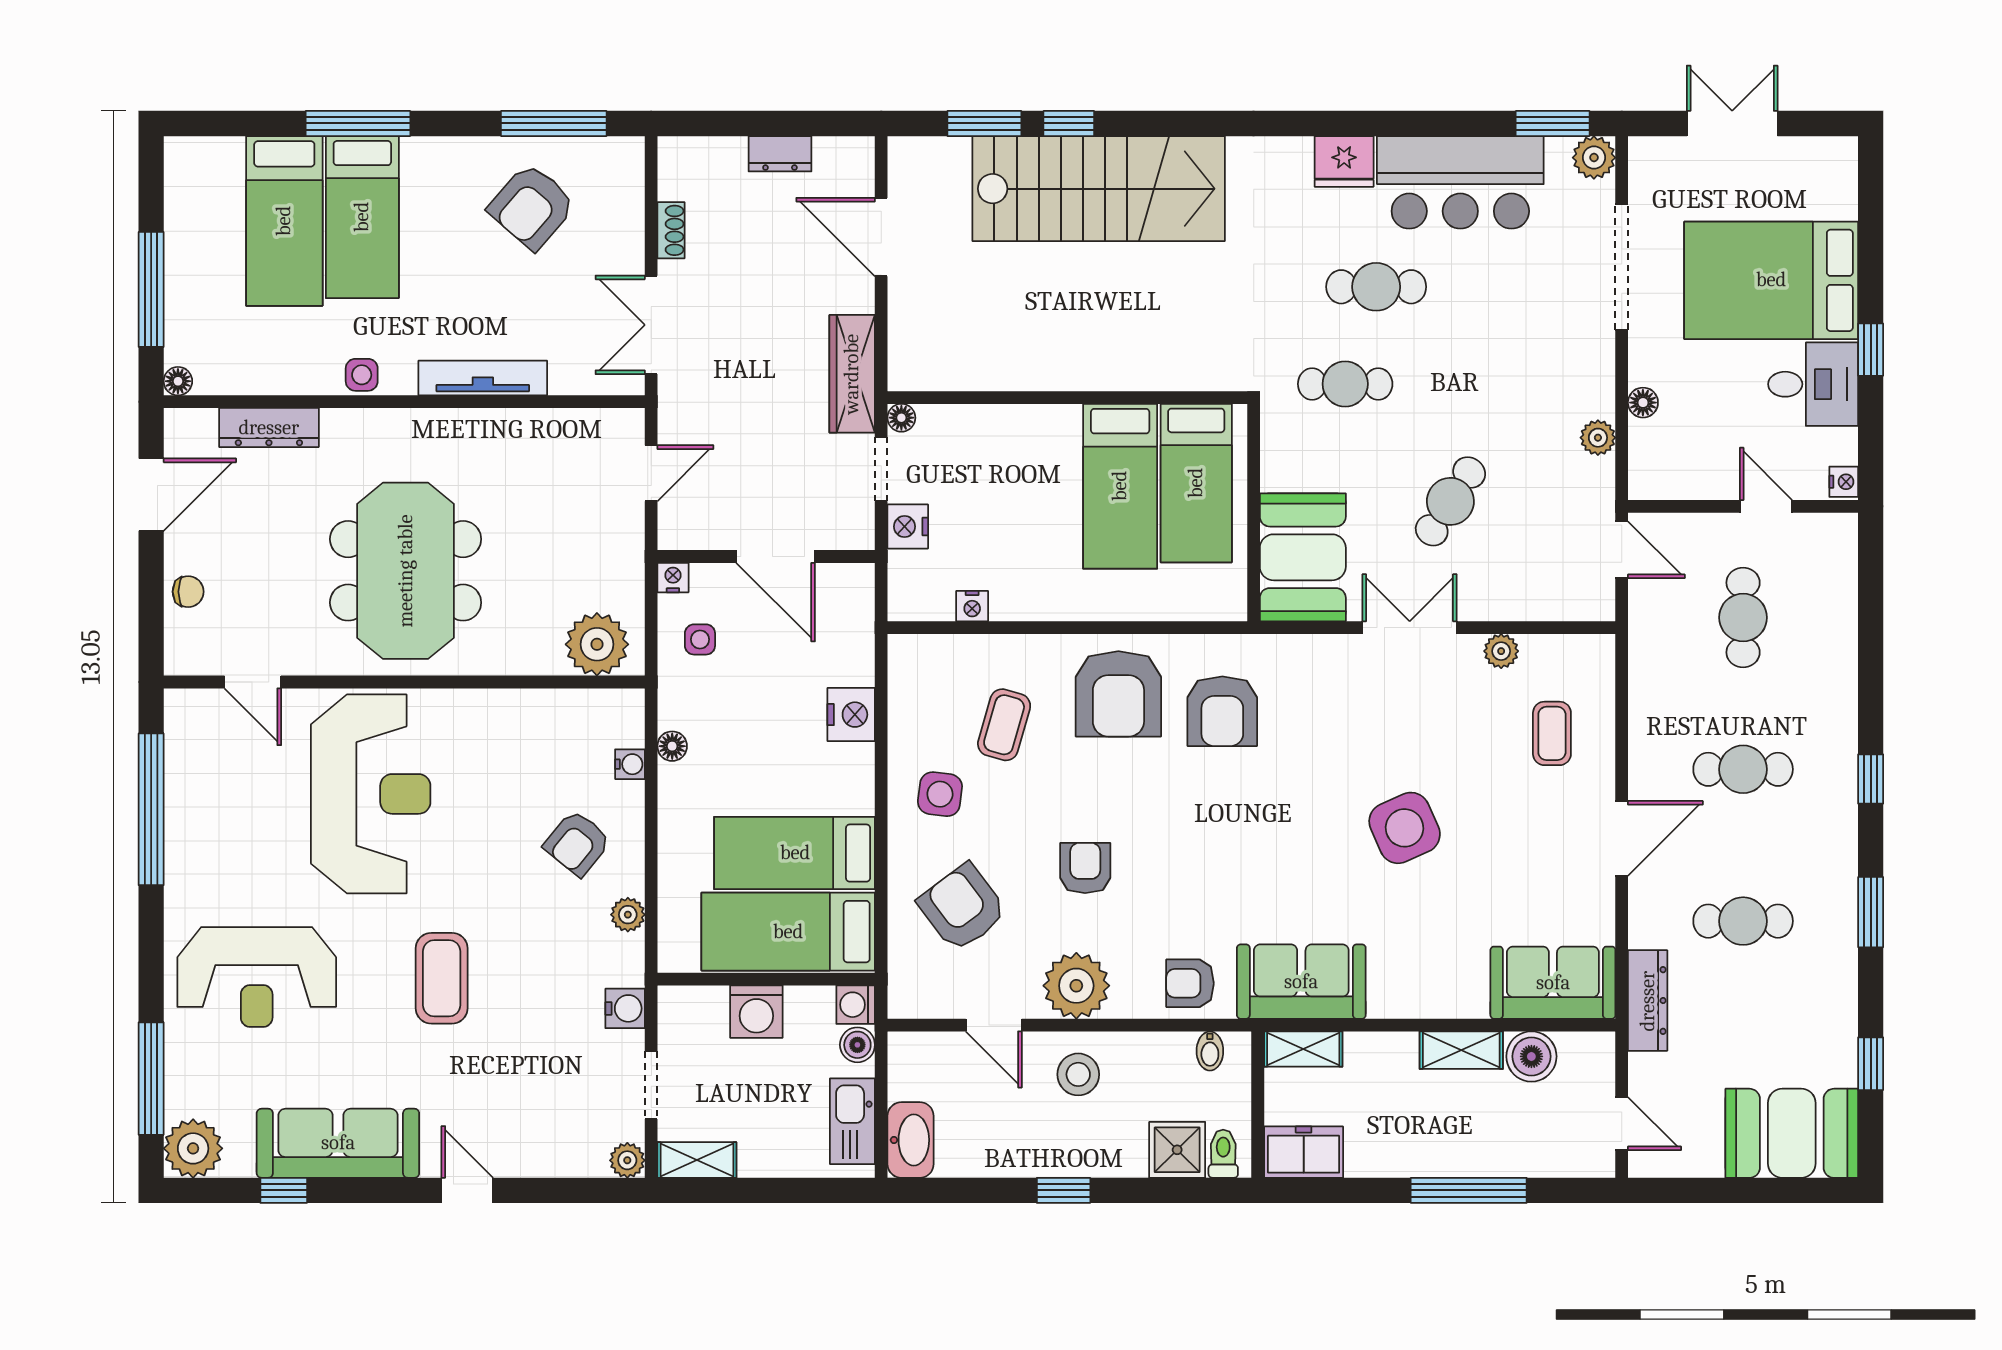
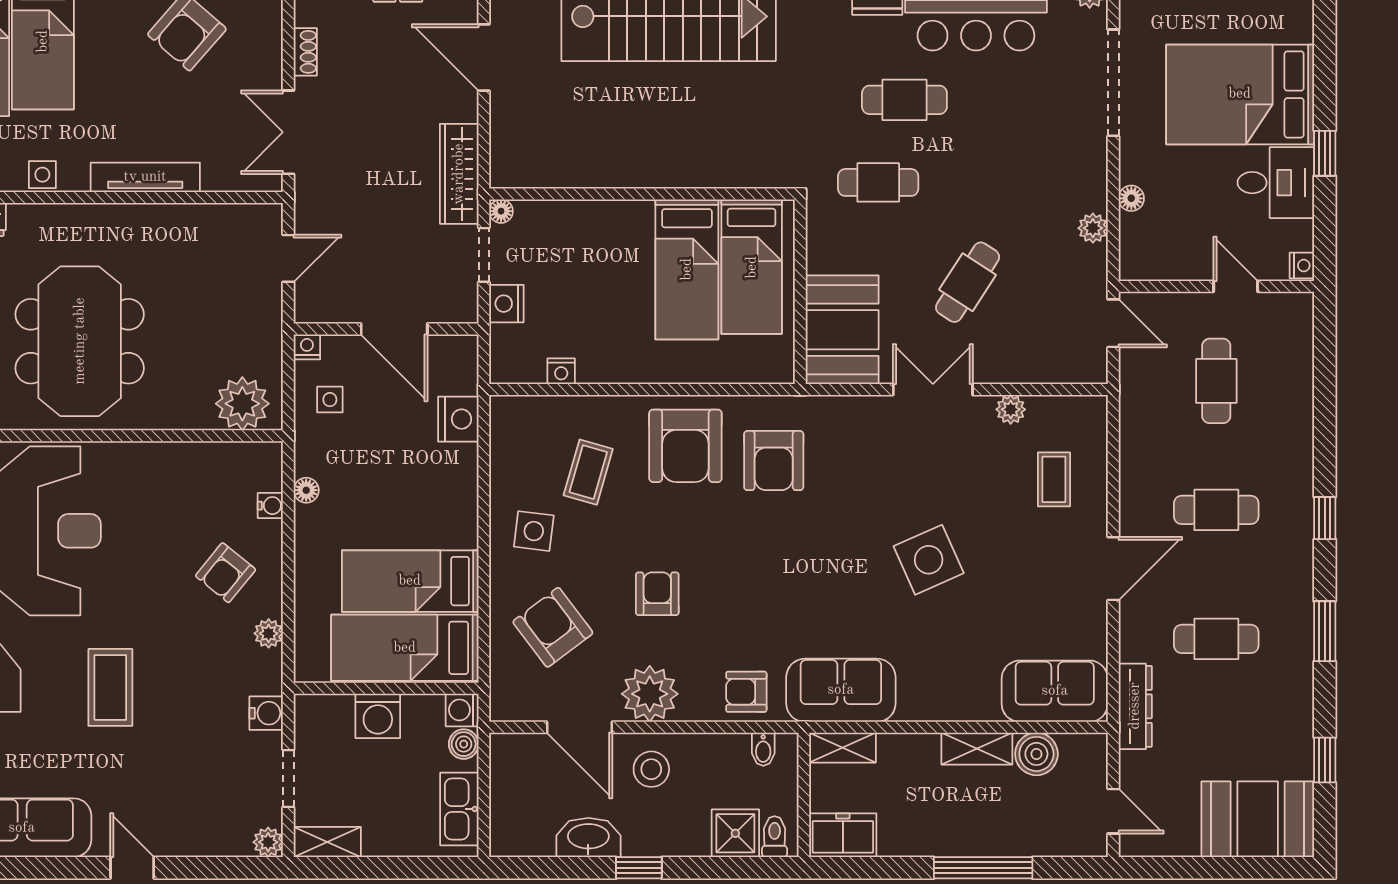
nightstand: (851, 715) -> (458, 419), moved
door: (994, 1025) -> (579, 727), width x1.38
washbasin: (911, 1140) -> (588, 837), moved, turned -90

